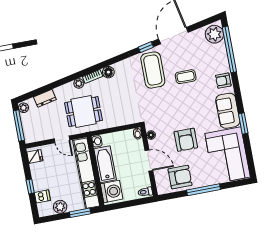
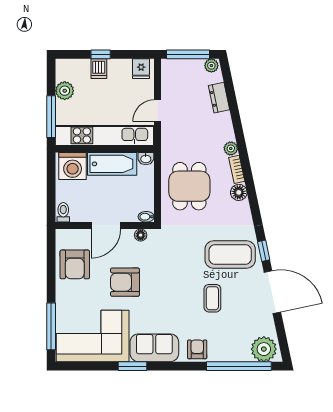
dining table: (84, 112) -> (189, 186), moved
window: (203, 190) -> (51, 326), moved
dishwasher: (42, 196) -> (99, 69), moved
window: (80, 213) -> (51, 117), width x1.44

